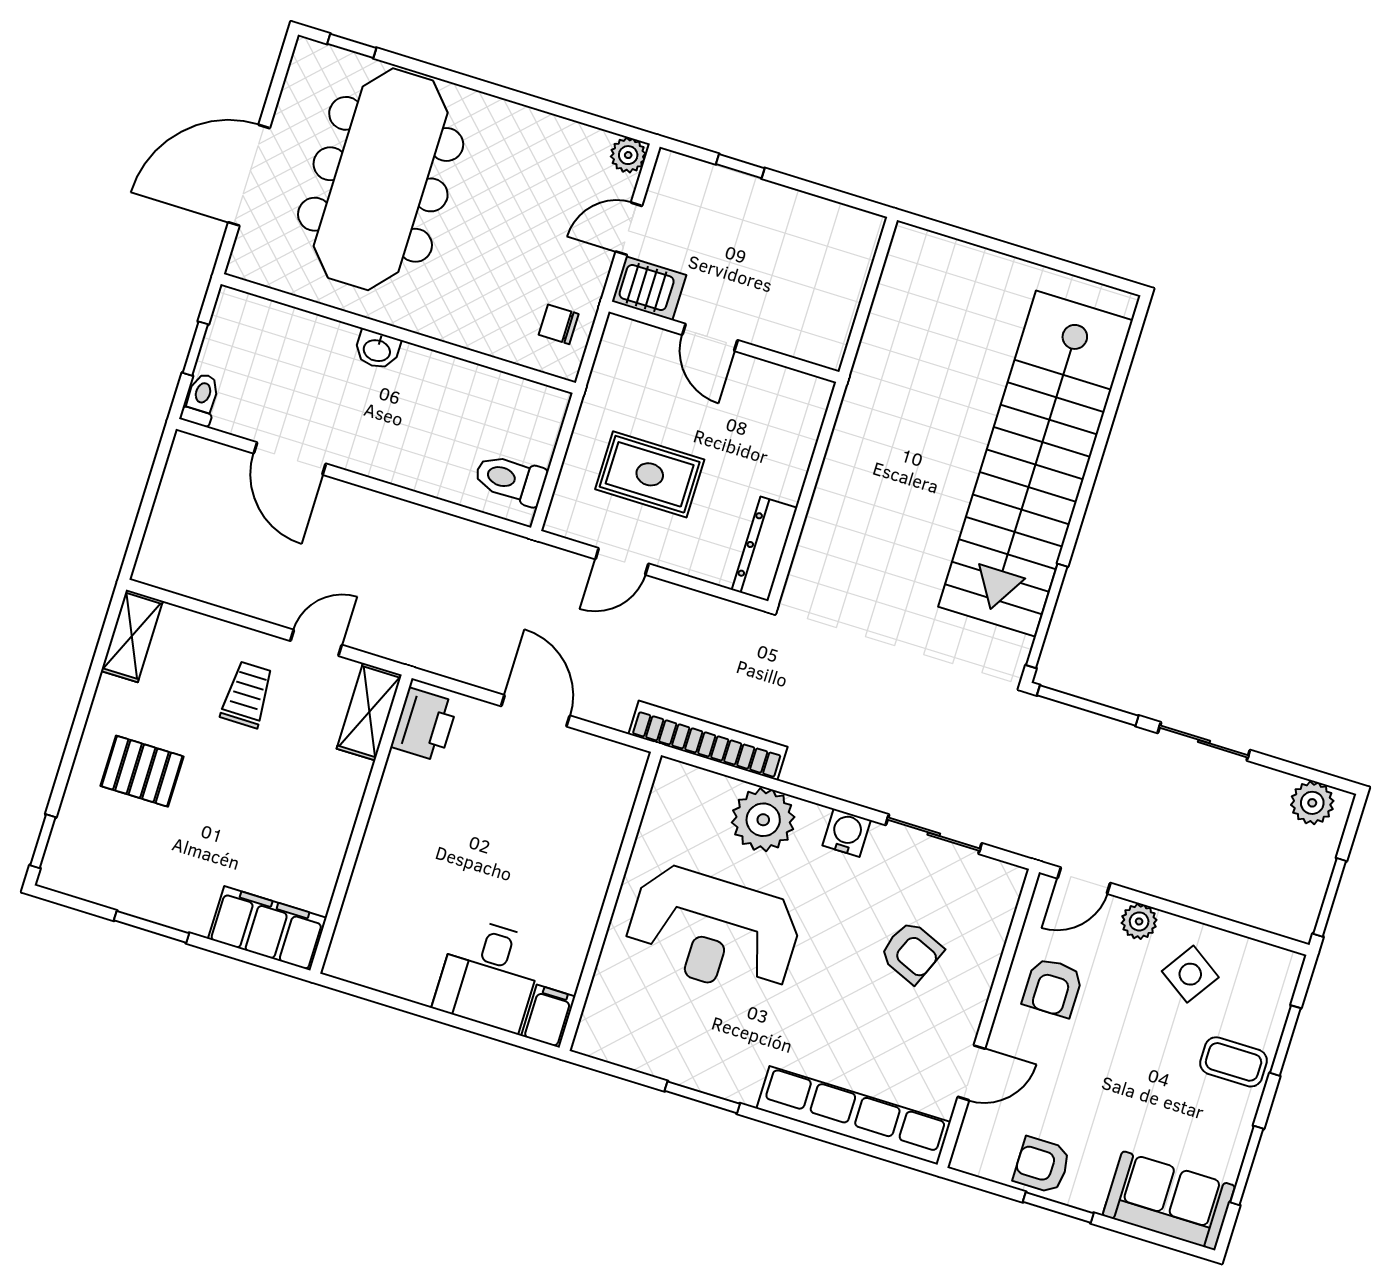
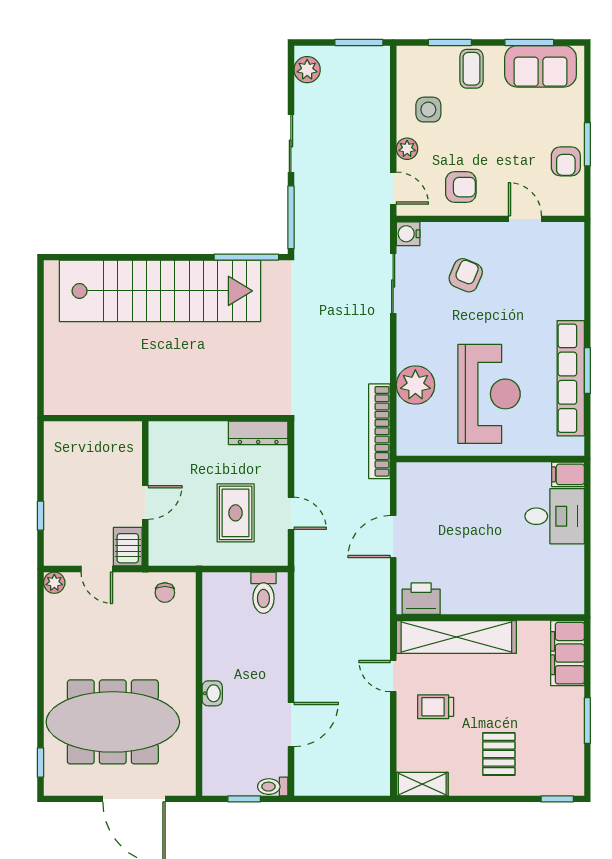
shelving: (369, 712) -> (456, 637), width x2.20, depth x1.33
water cooler: (847, 833) -> (408, 234), moved
side table: (1190, 974) -> (428, 110), turned -34
row of seats: (854, 1115) -> (571, 378), moved
sofa: (1169, 1201) -> (541, 66), moved, turned -90

